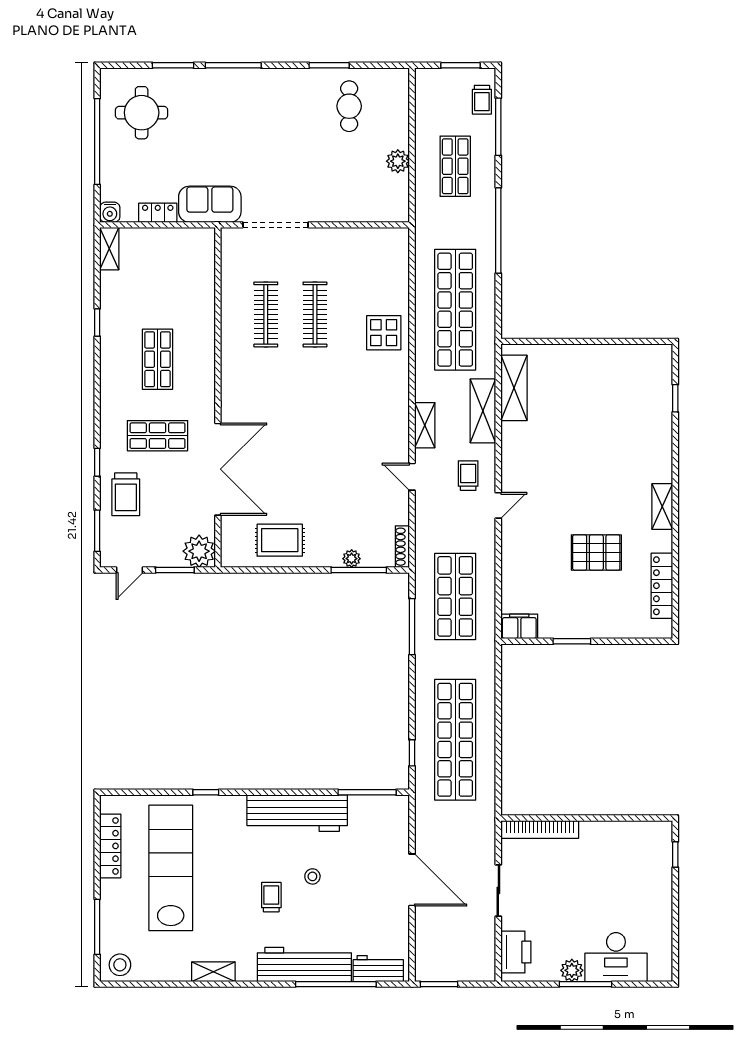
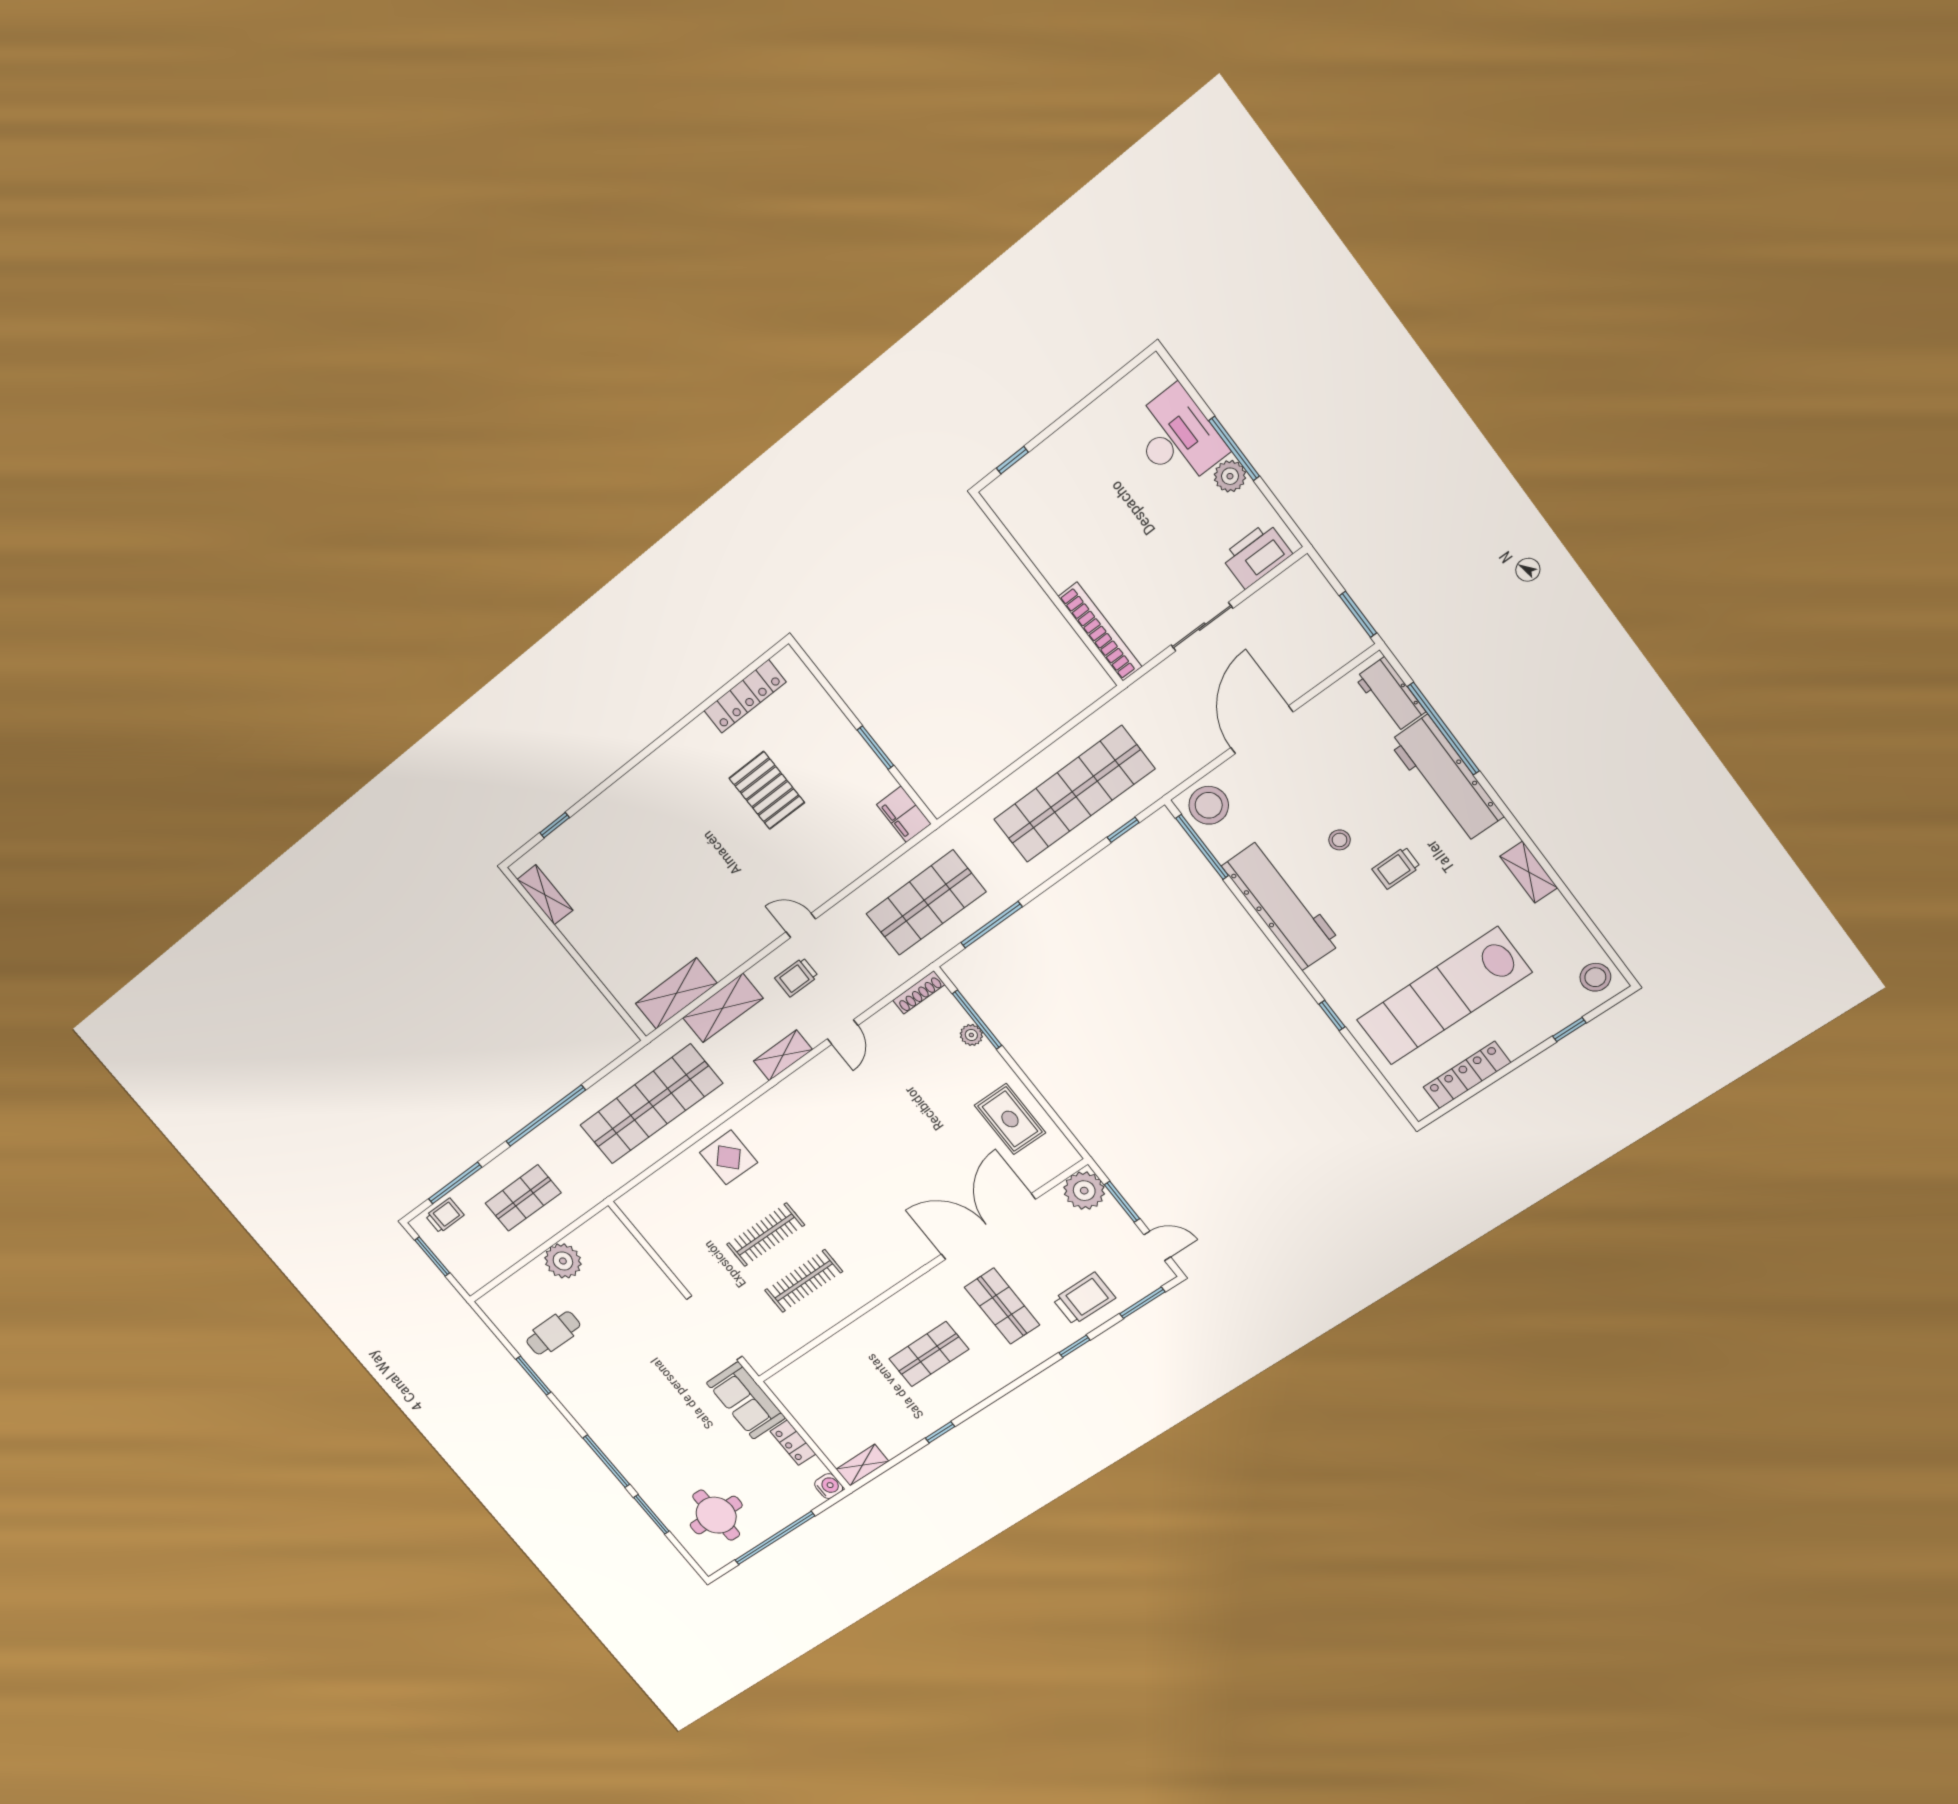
plant: (398, 161) -> (563, 1261), width x1.36, depth x1.36
shelving: (662, 507) -> (545, 895), moved, turned 90
stool: (390, 815) -> (1209, 805), added
window: (97, 927) -> (1569, 1030), width x0.46

